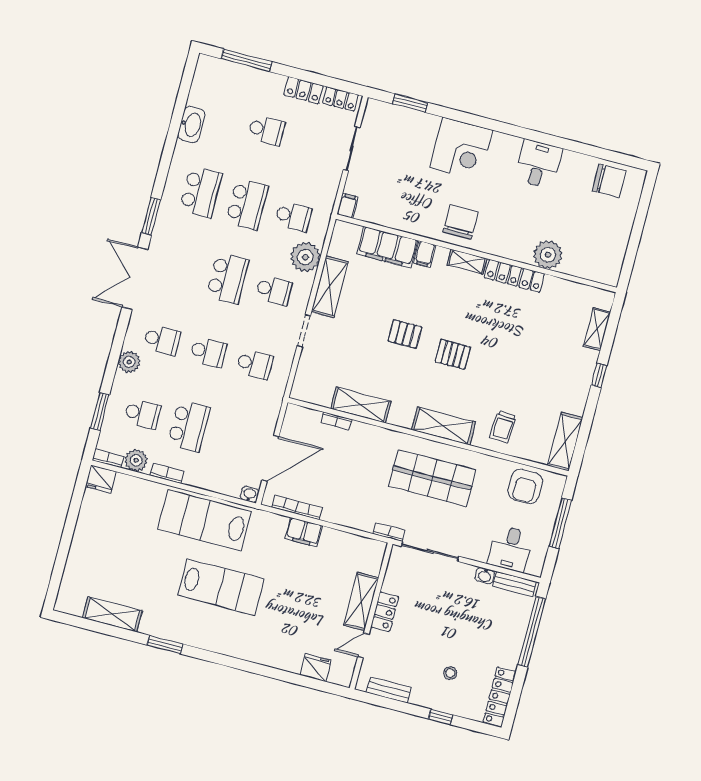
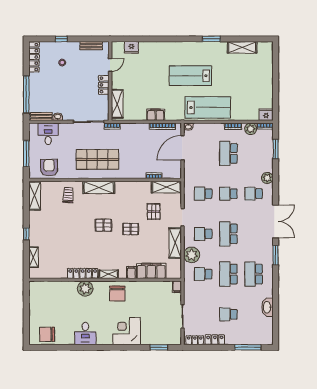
plant: (548, 255) -> (85, 289), moved
pallet: (354, 355) -> (154, 212), added
shelving: (361, 405) -> (166, 187), moved
school desk: (142, 414) -> (254, 153), removed
shelving: (361, 602) -> (117, 104), moved

